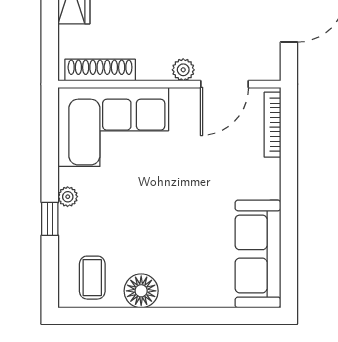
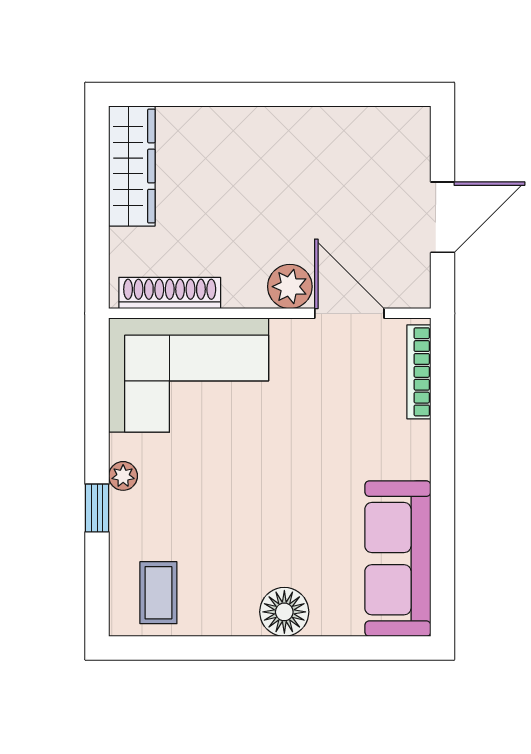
plant: (183, 70) -> (290, 287), width x1.38, depth x1.38
door: (224, 84) -> (349, 313), swing flipped
floor lamp: (141, 291) -> (284, 612), moved

